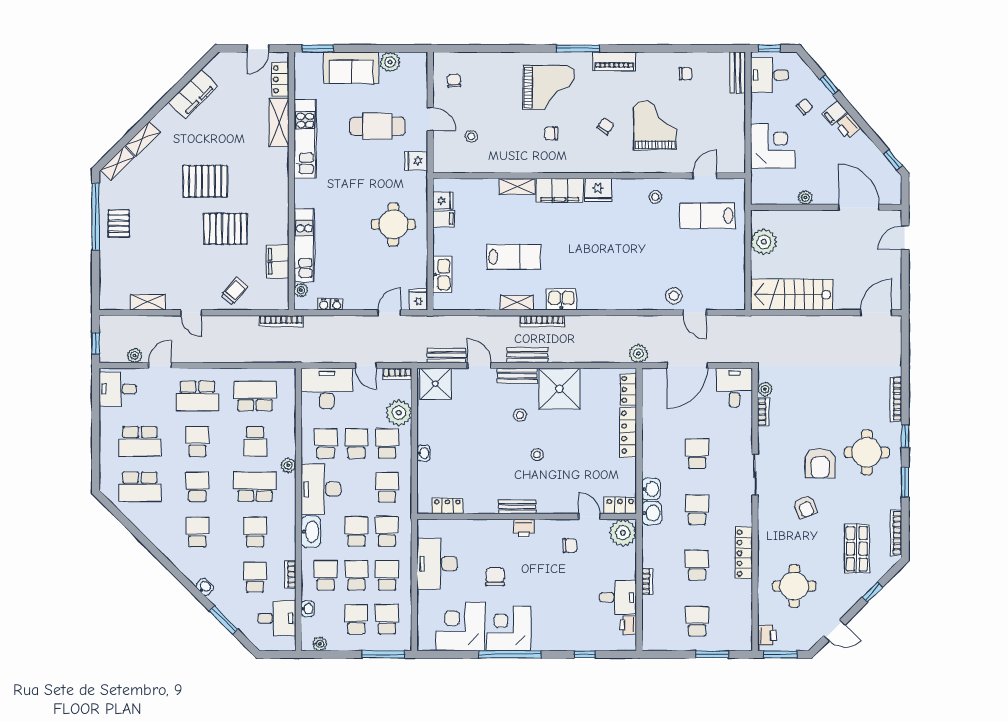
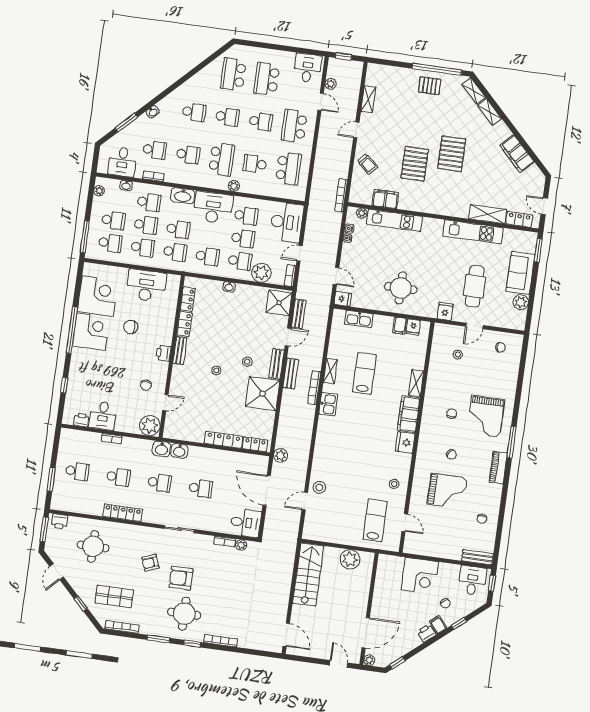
plant: (805, 198) -> (369, 660), moved
lab bench: (514, 257) -> (365, 373), turned 180
locker: (620, 506) -> (185, 324), moved
chair: (495, 577) -> (131, 327), turned 180

